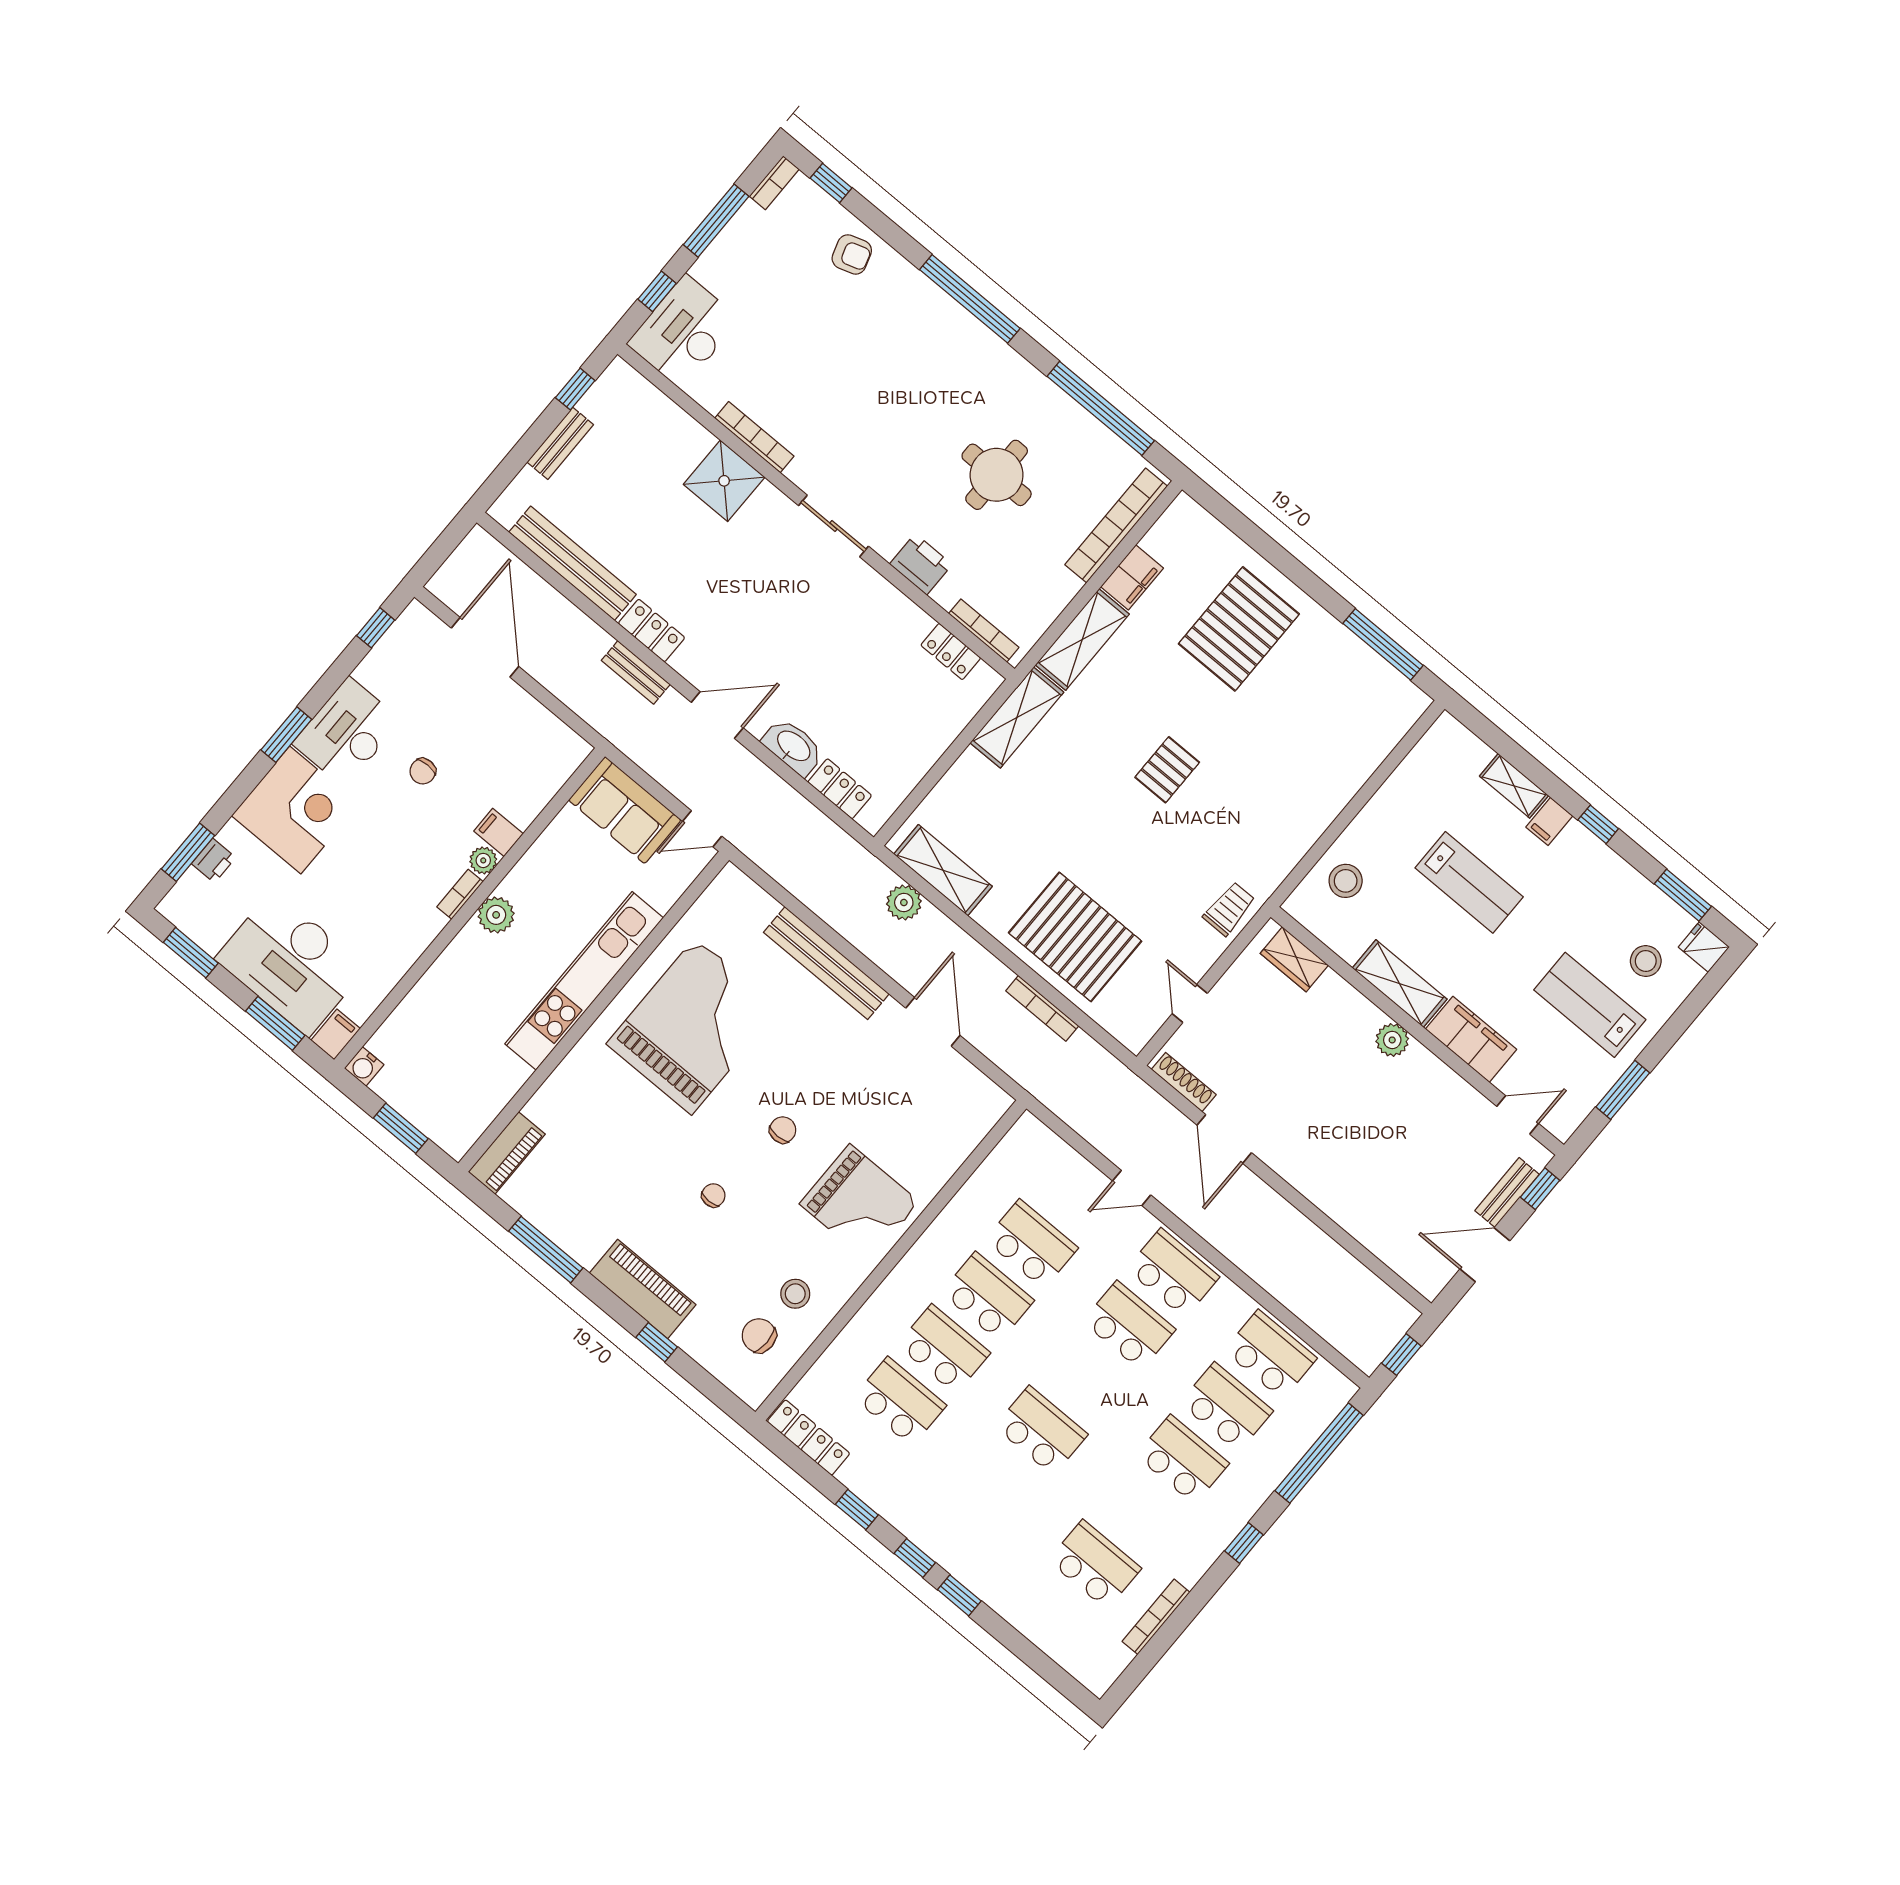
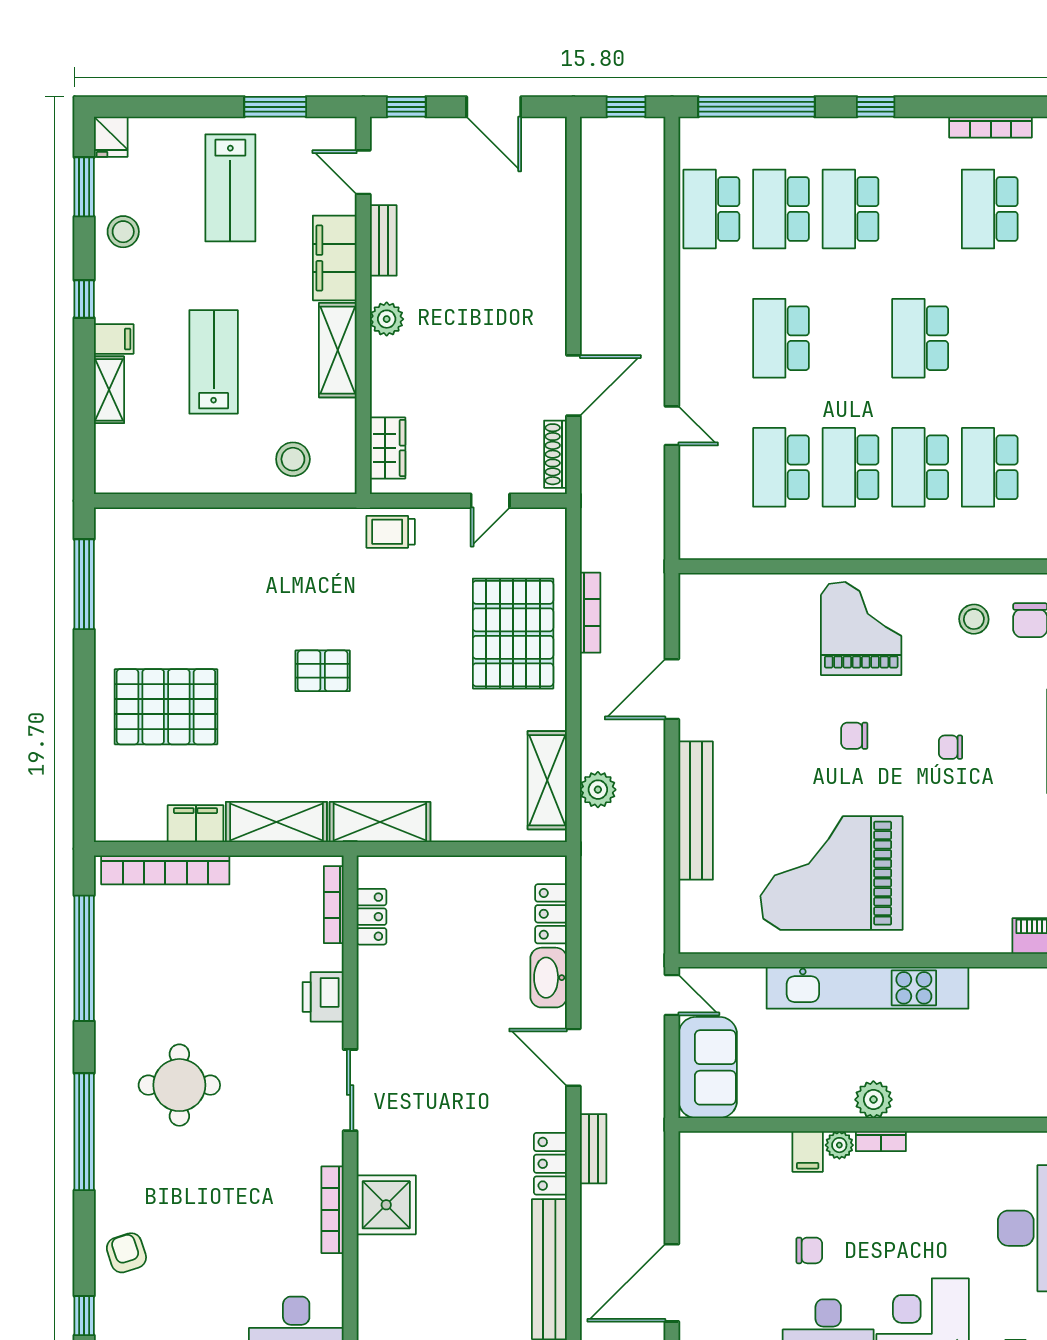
round table: (997, 475) -> (179, 1085), moved
stool: (1646, 961) -> (123, 232), moved
bench: (1507, 1192) -> (383, 240), moved, turned 90
school desk: (1173, 1273) -> (711, 338), removed

